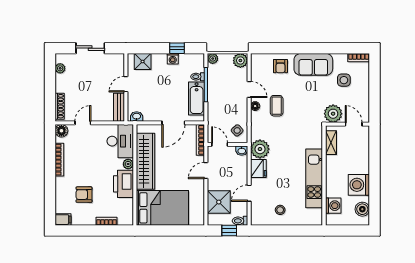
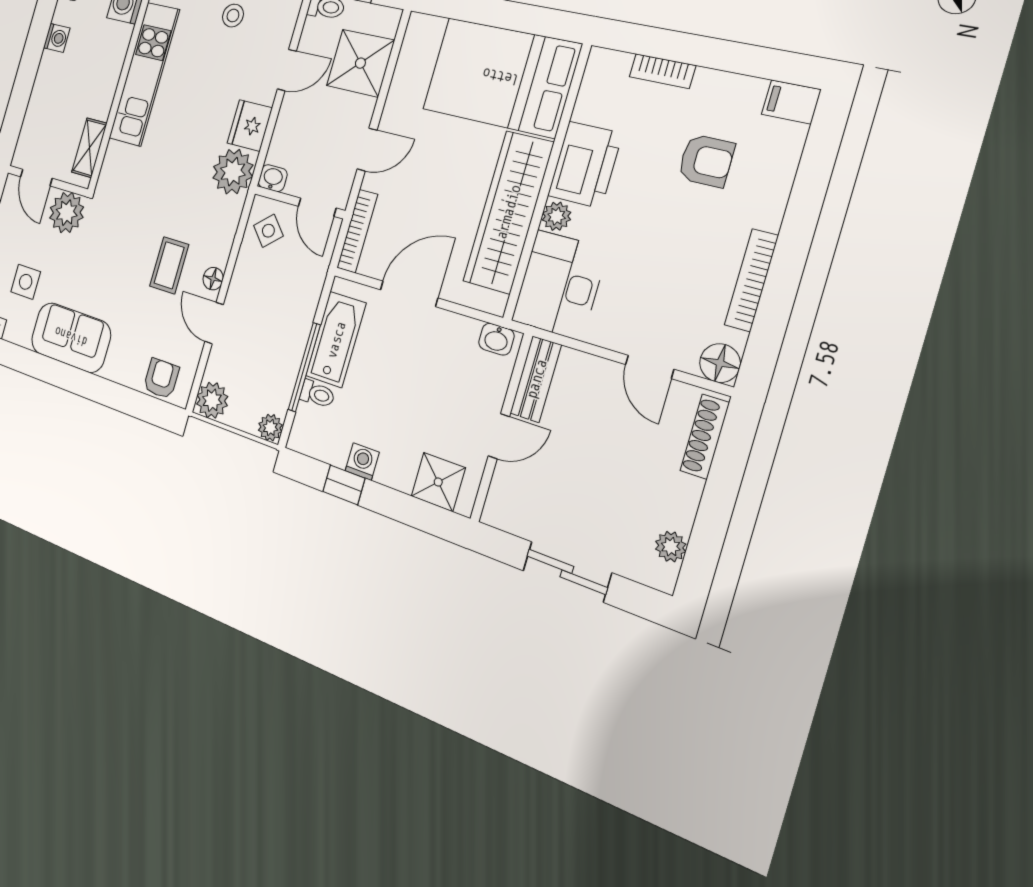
armchair: (280, 66) -> (161, 378), moved
door: (83, 123) -> (650, 367), hinge flipped
washing machine: (359, 185) -> (57, 38), width x0.53, depth x0.53

